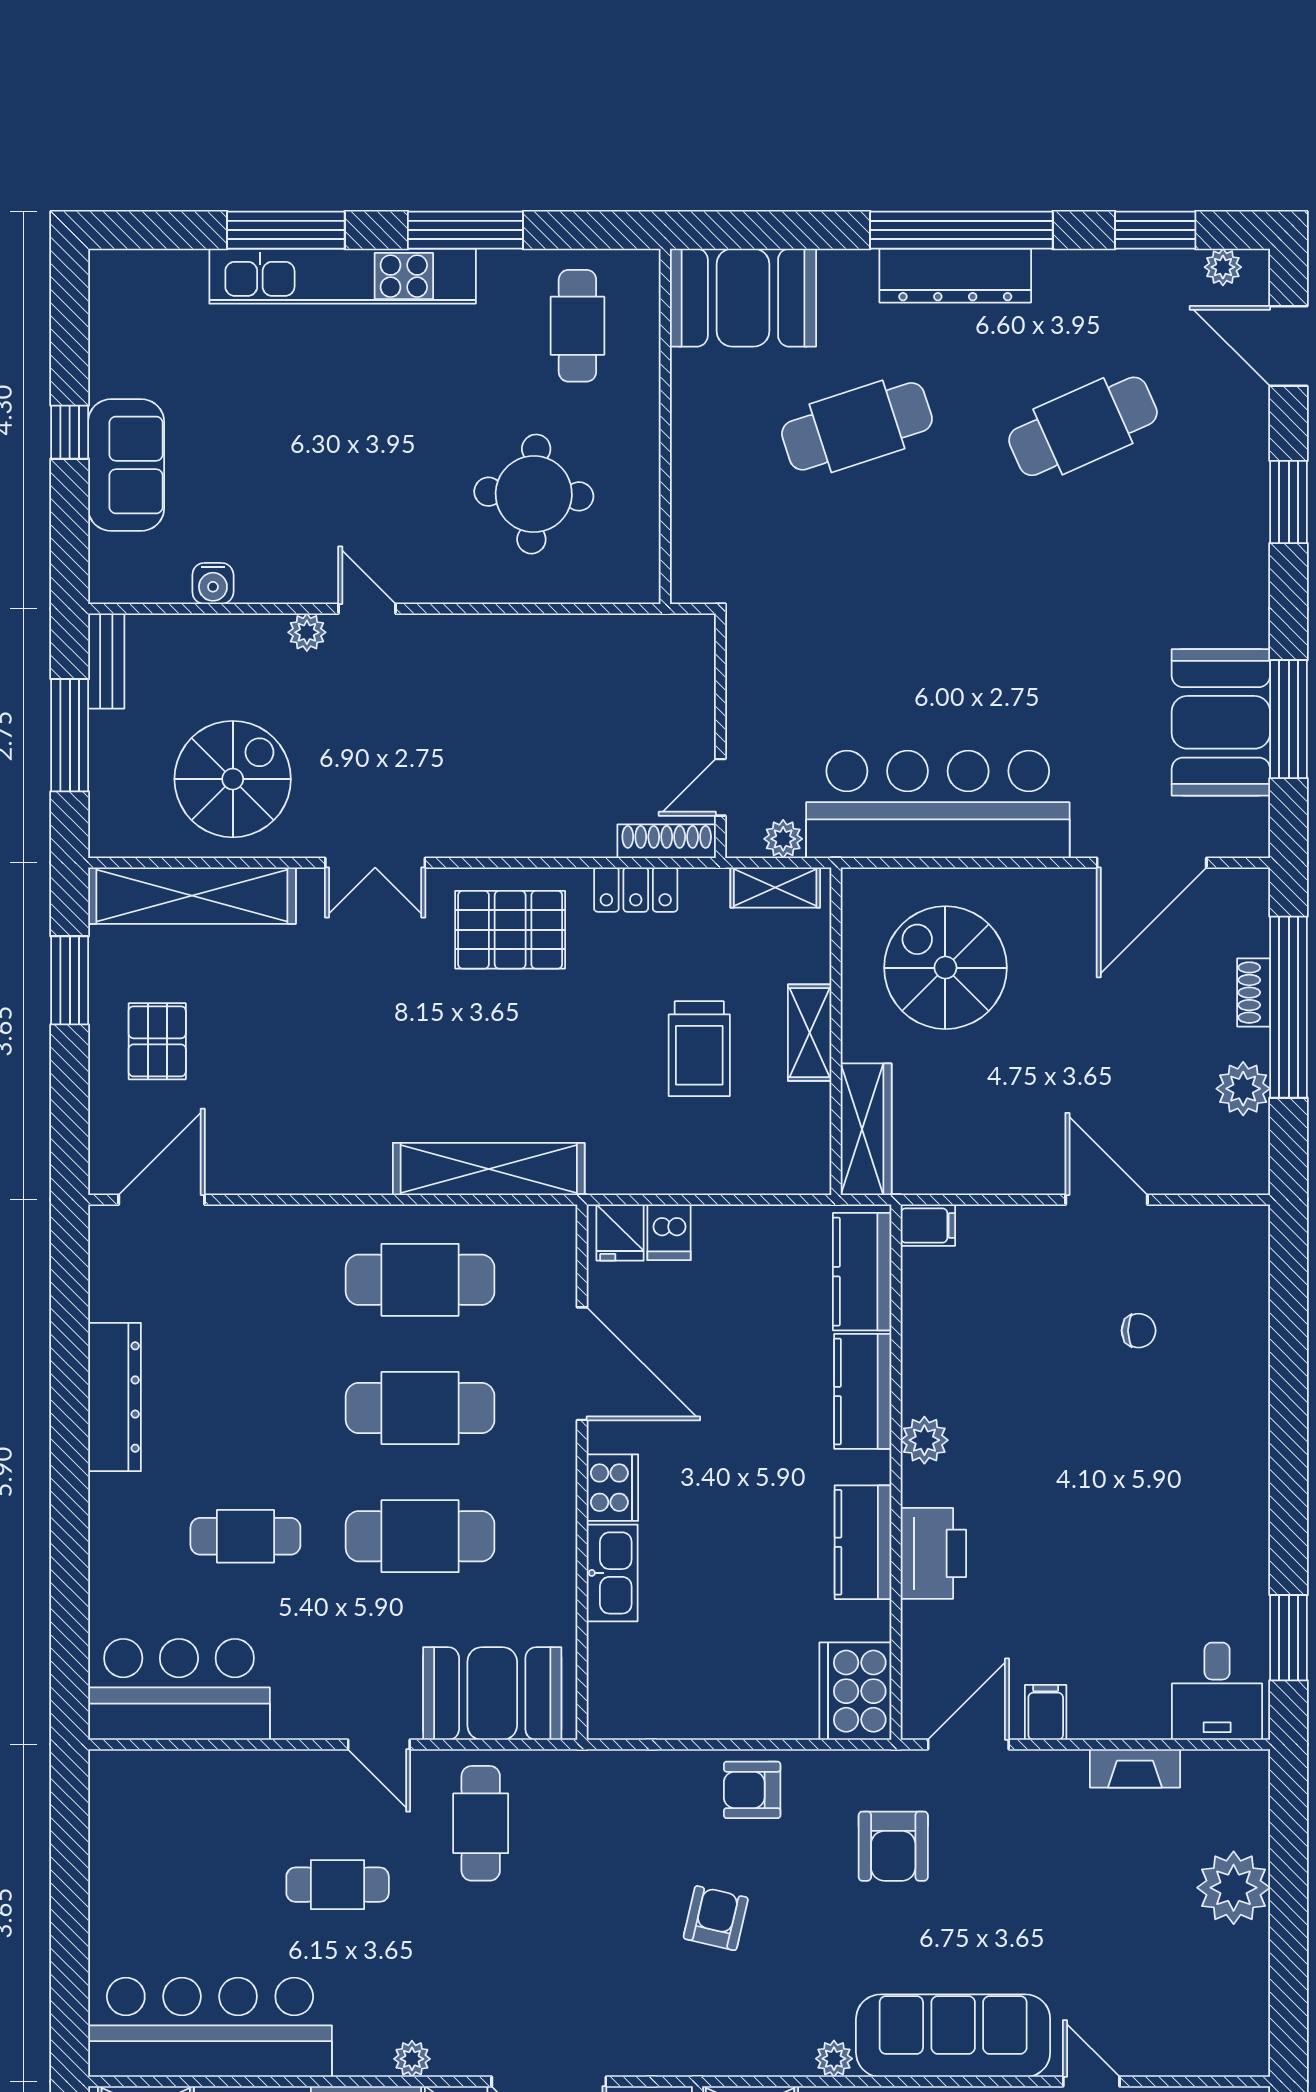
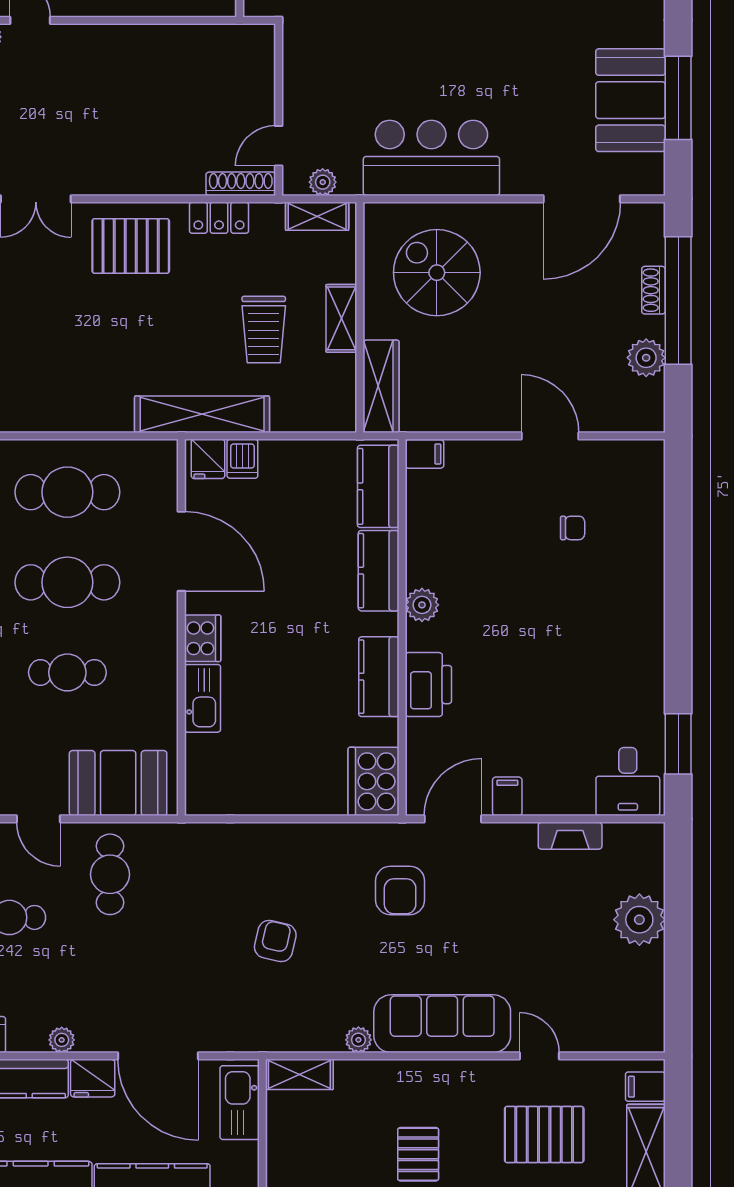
bar counter: (938, 804) -> (431, 158), width x0.73
shelving: (489, 1169) -> (202, 414), moved
cafe table: (420, 1536) -> (67, 672), width x0.73, depth x0.74
armchair: (752, 1790) -> (301, 851), removed

